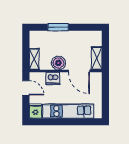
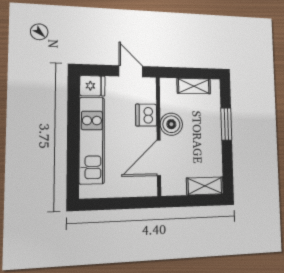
shelving: (97, 58) -> (205, 186), moved
shelving: (34, 59) -> (194, 86), moved
door: (26, 88) -> (131, 71), swing flipped

